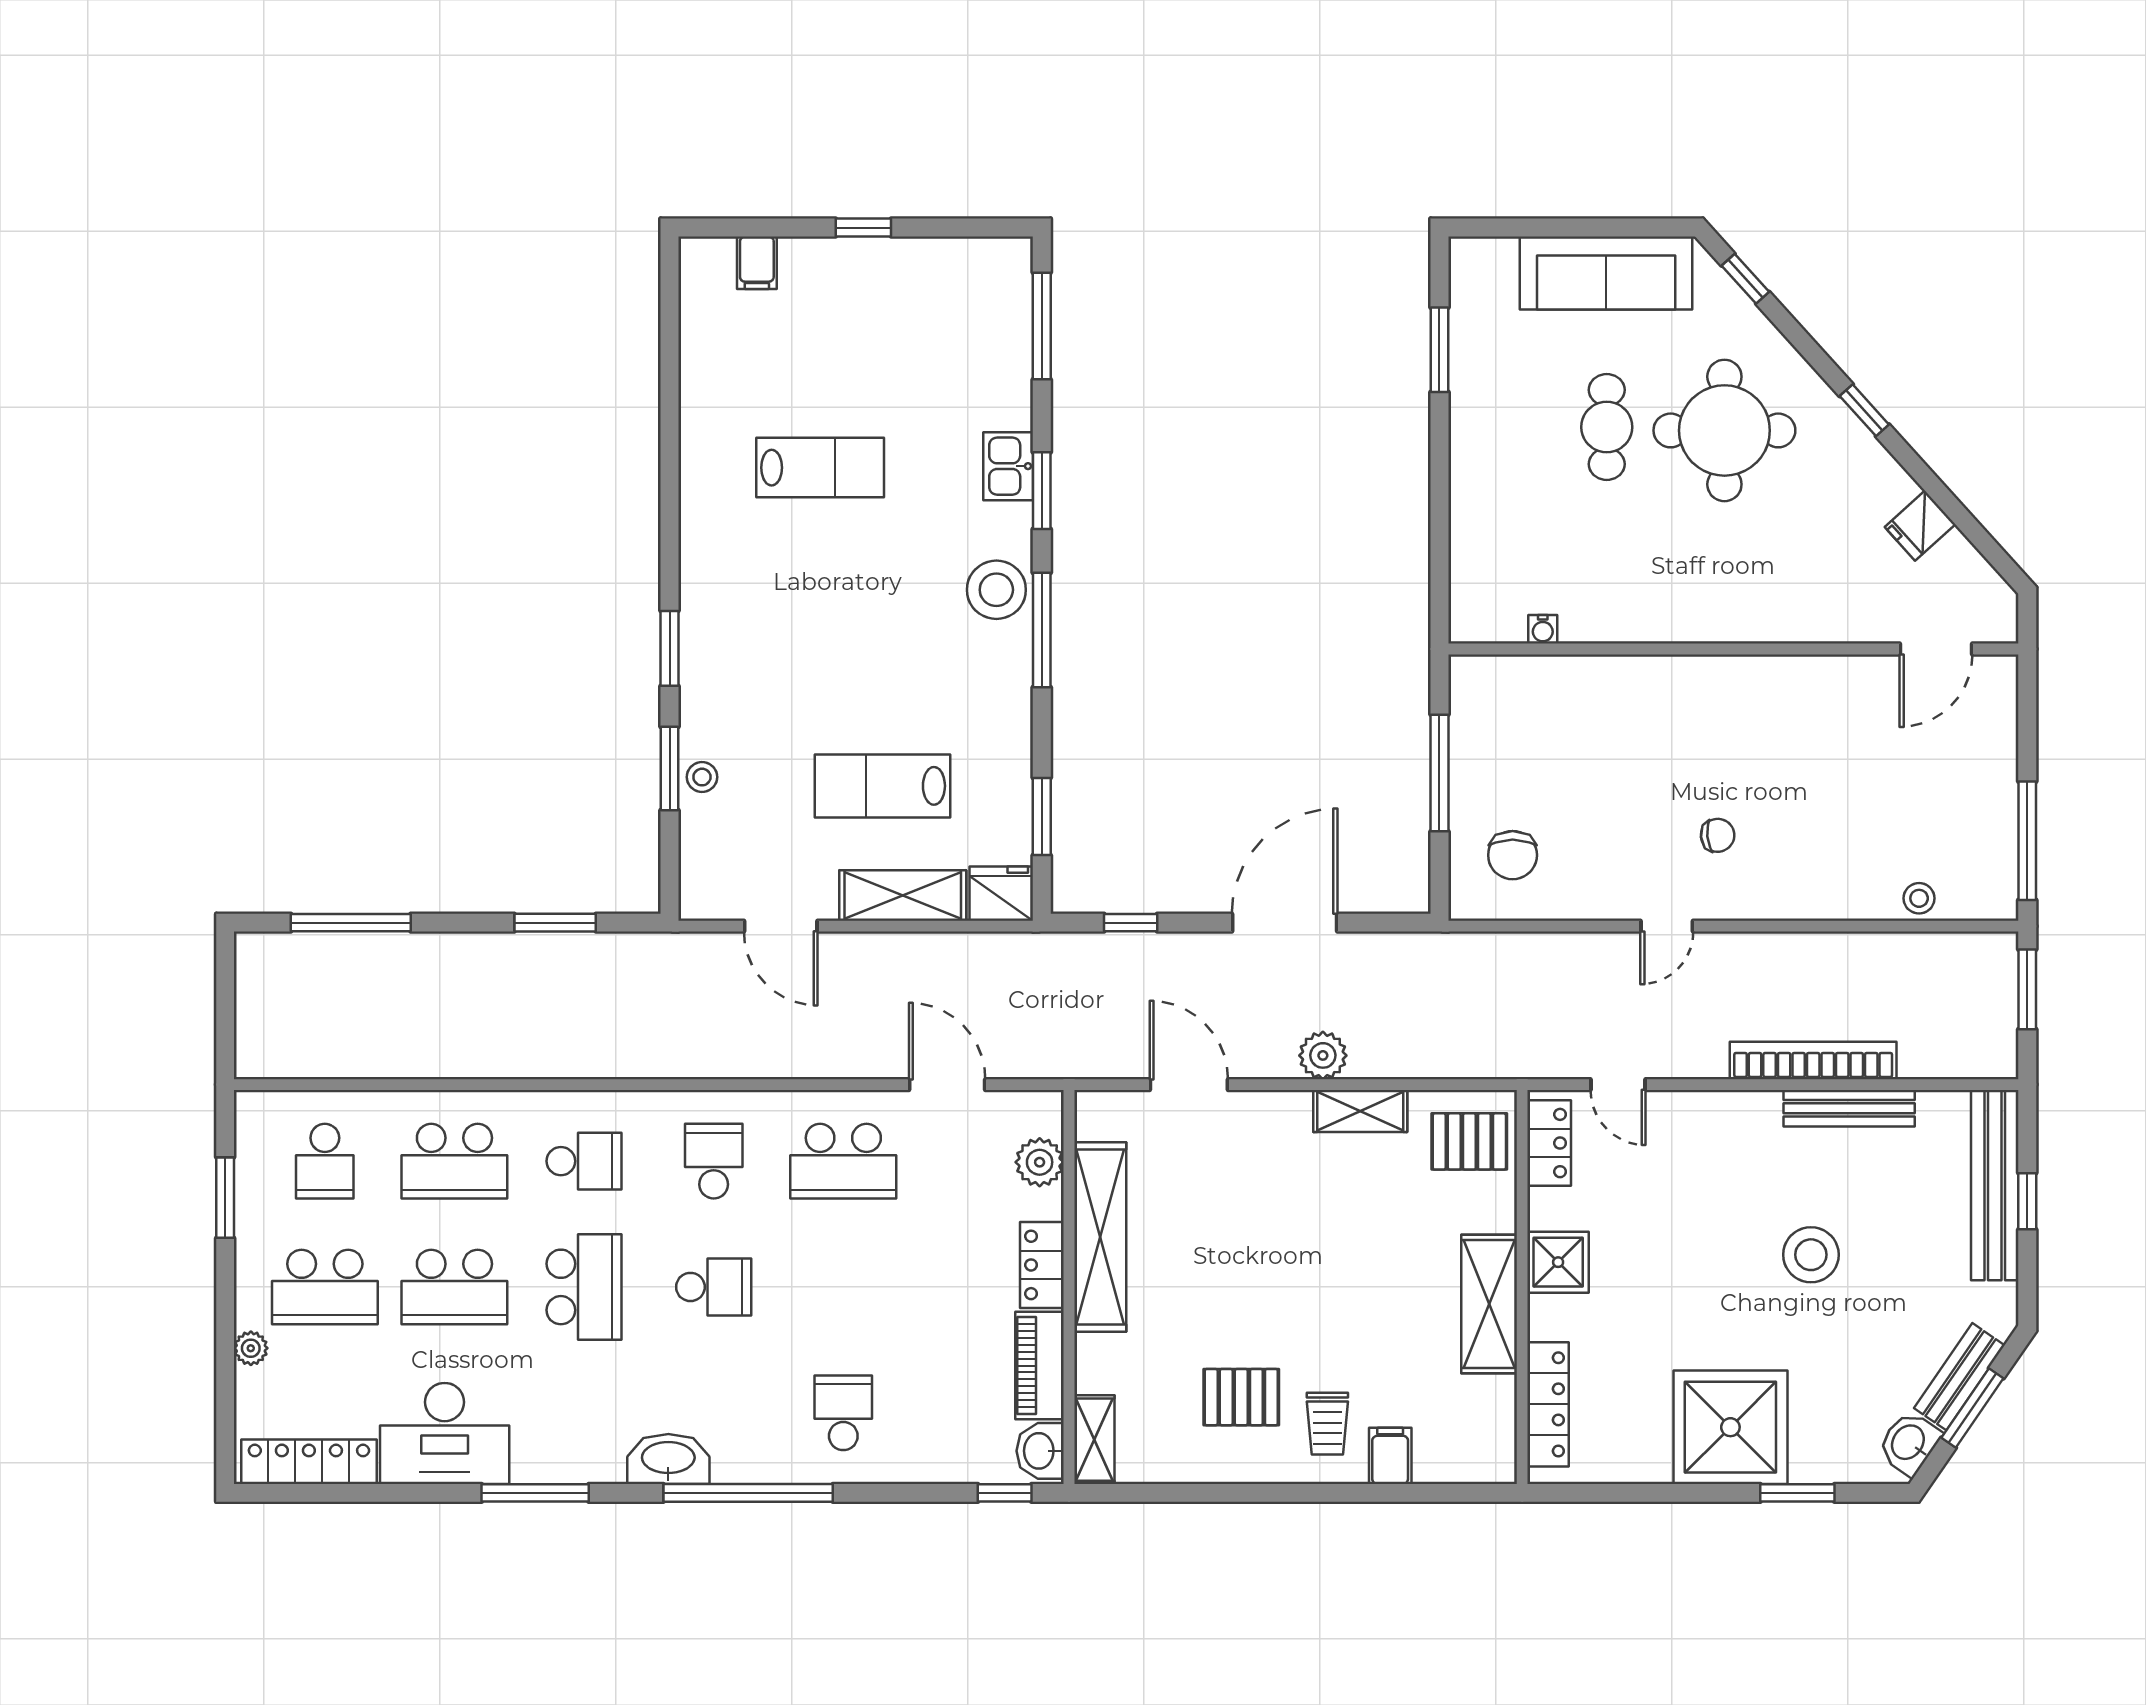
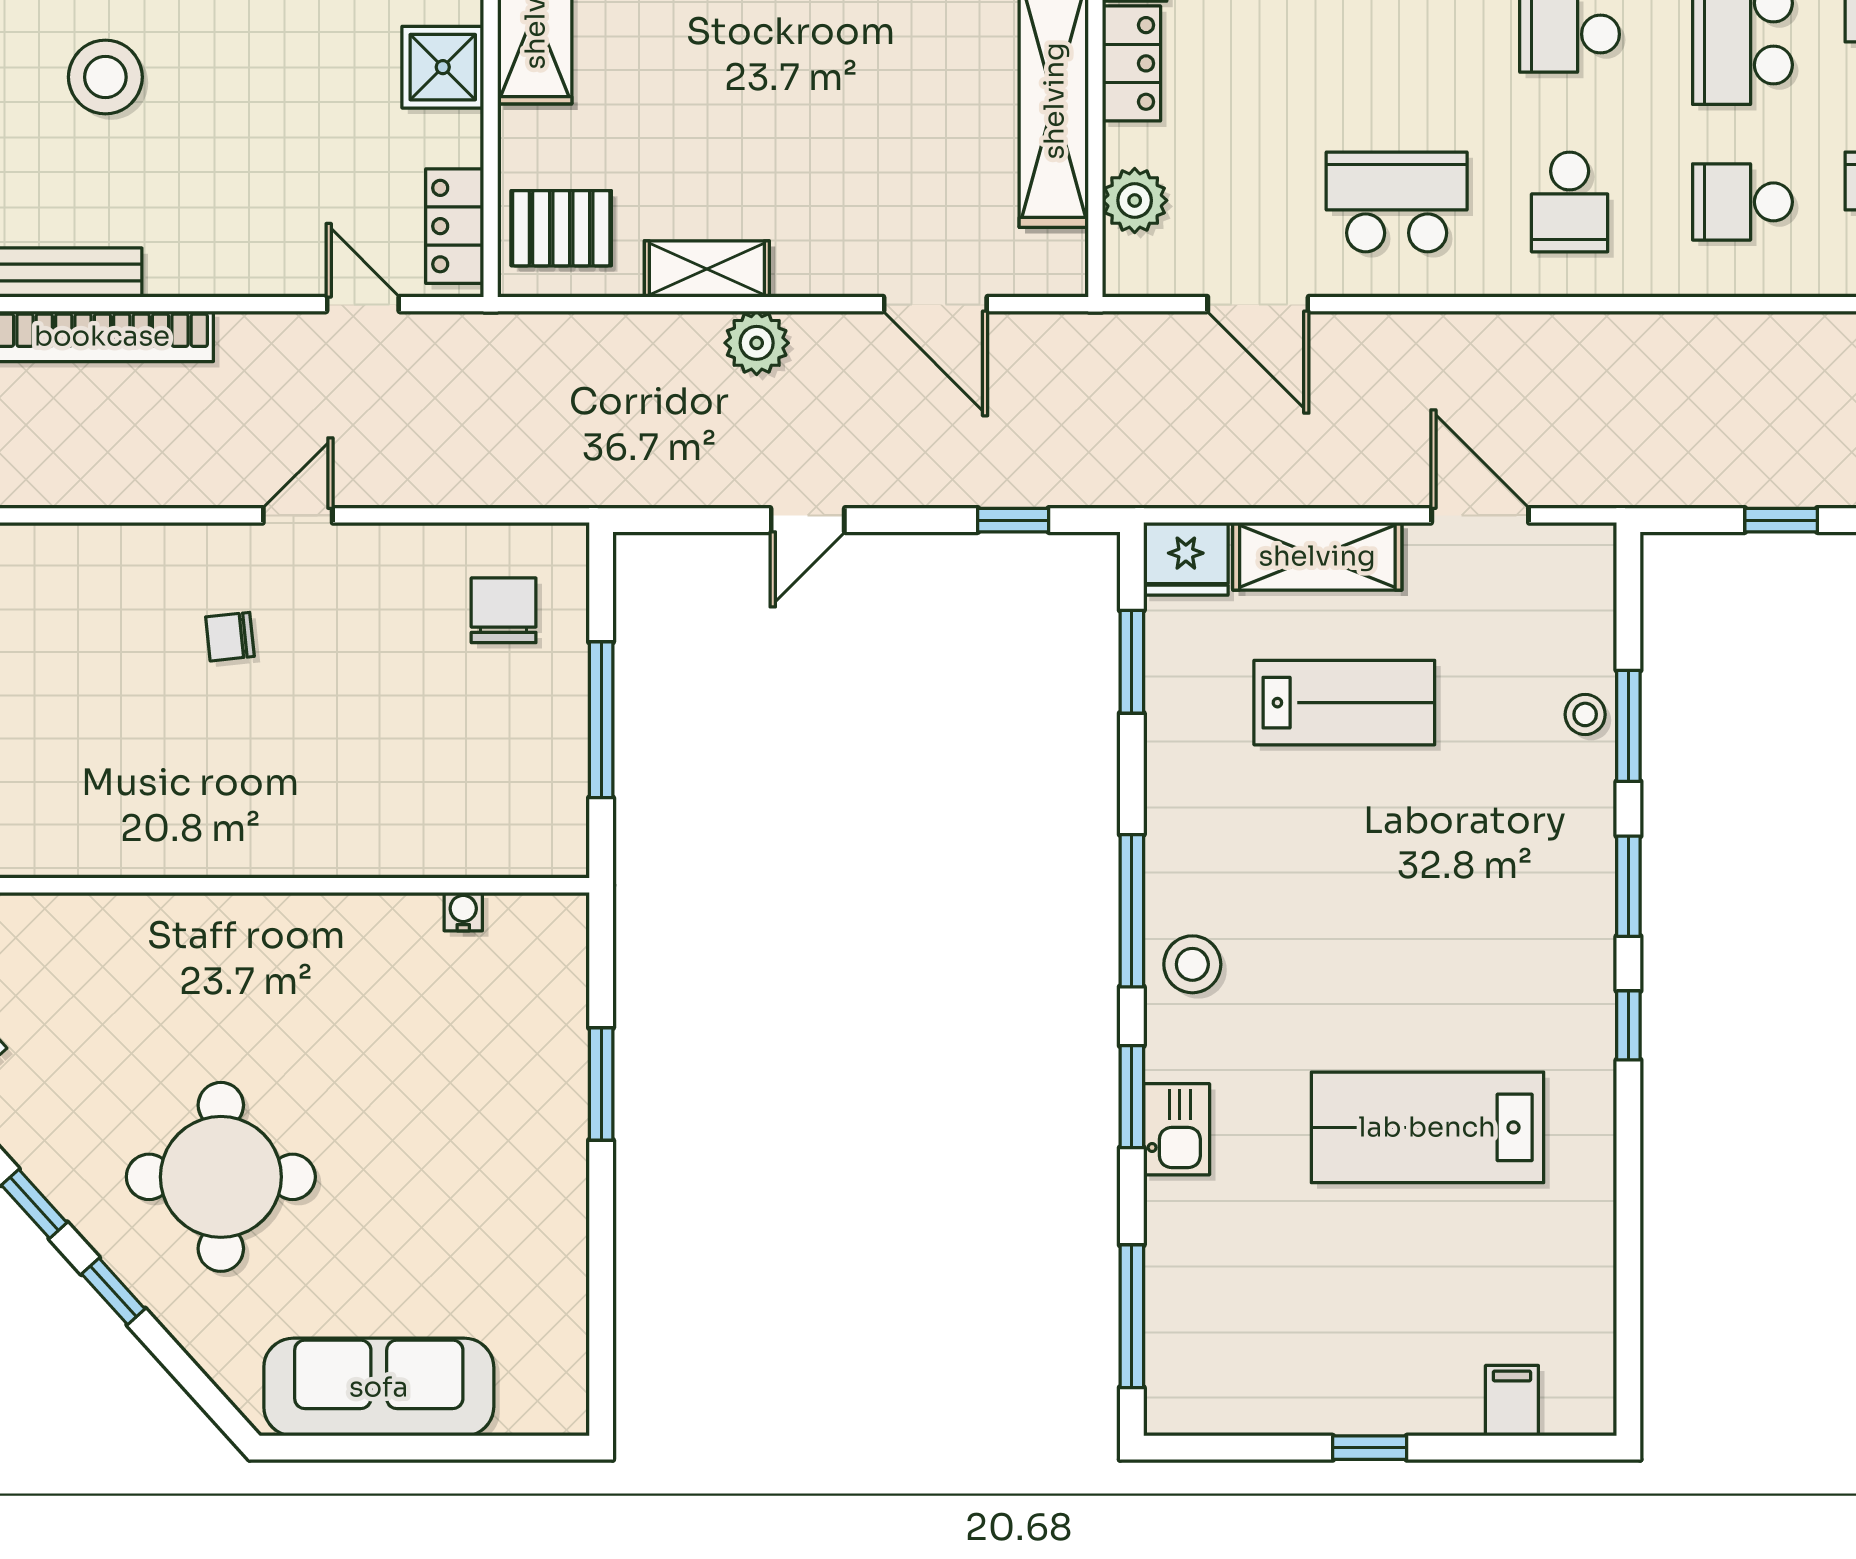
window: (1745, 279) -> (113, 1291), moved
window: (1439, 350) -> (601, 1084), moved
cafe table: (1607, 427) -> (378, 1182), removed
lab bench: (820, 468) -> (1427, 1127), width x1.36, depth x1.39
window: (670, 544) -> (1628, 1025), added
stool: (996, 590) -> (1192, 964), width x0.73, depth x0.73
window: (555, 923) -> (1781, 520), width x0.67
door: (1285, 923) -> (808, 520), width x0.53

